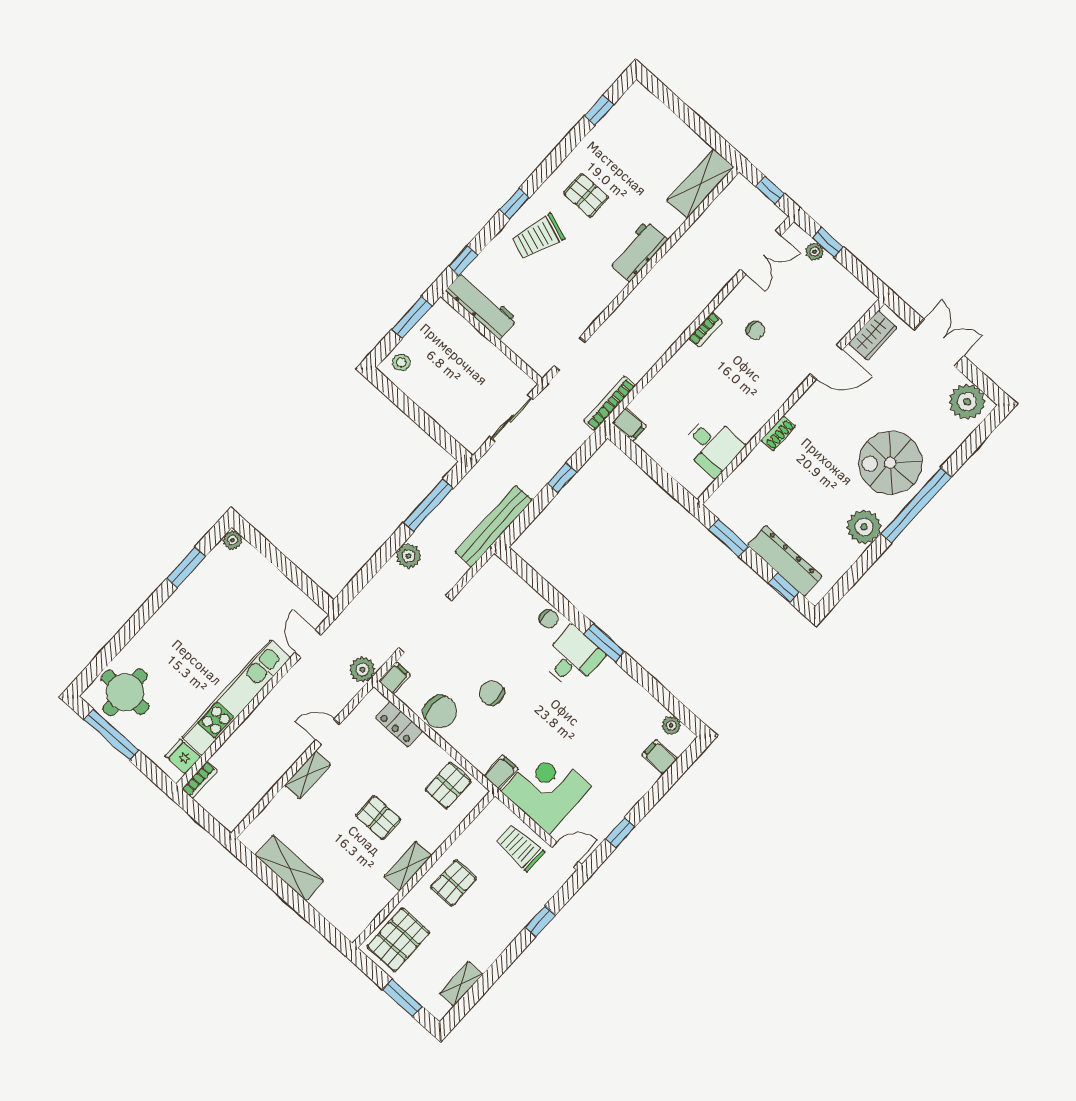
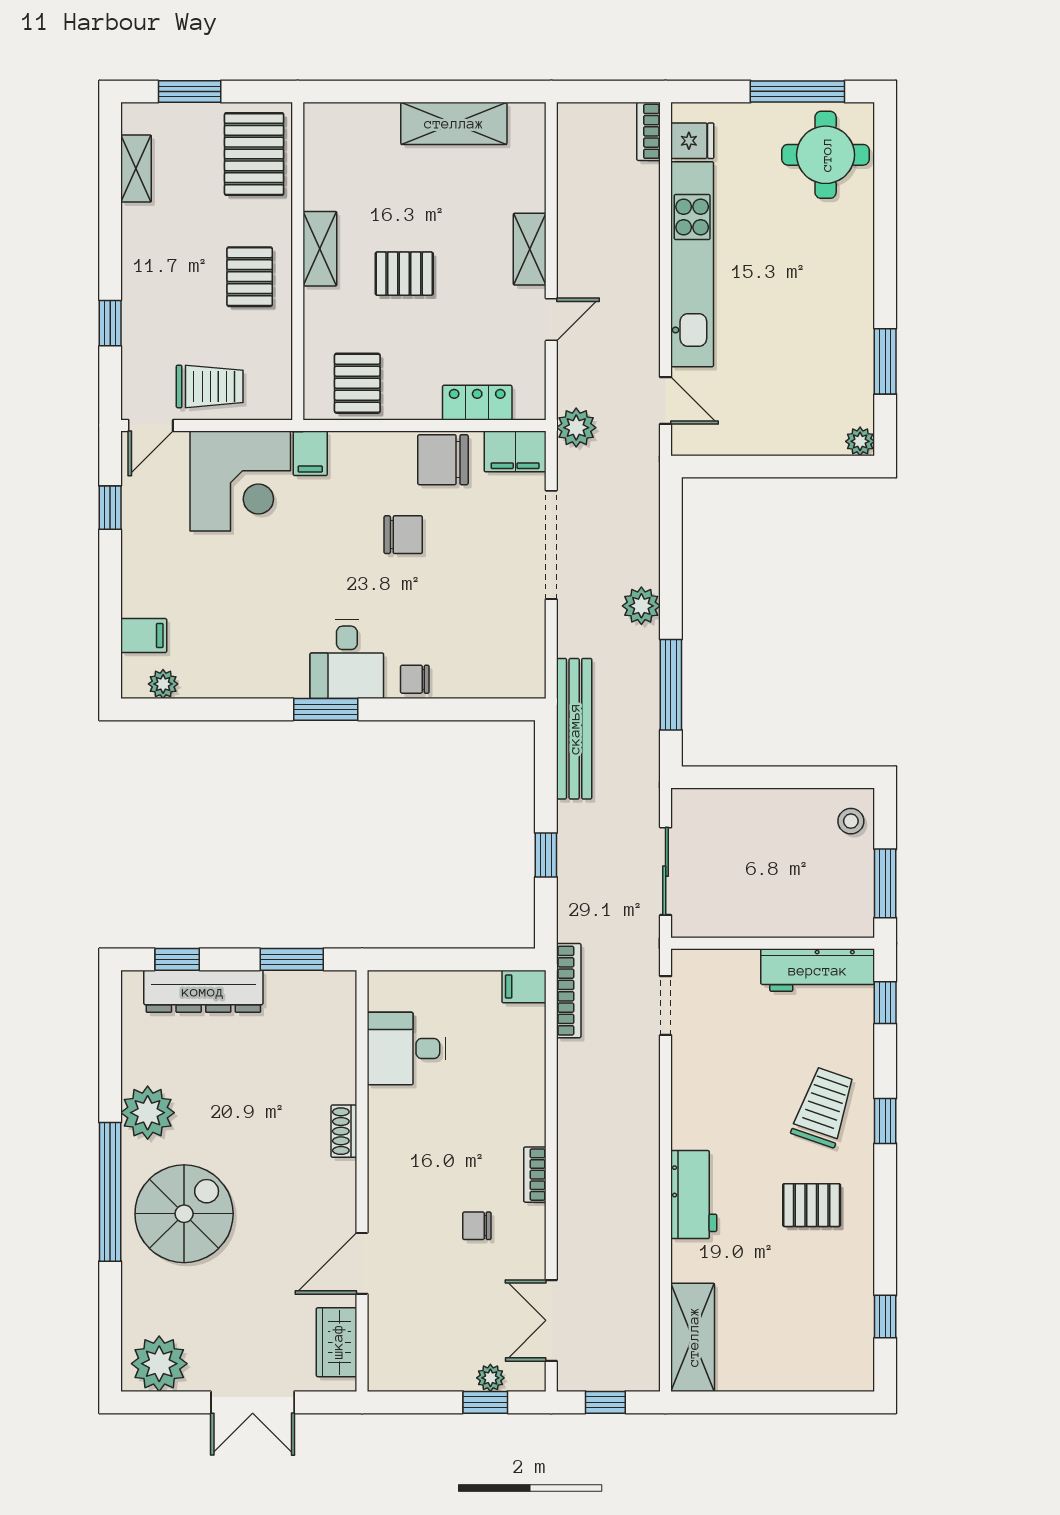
filing cabinet: (395, 678) -> (515, 451), width x2.00

